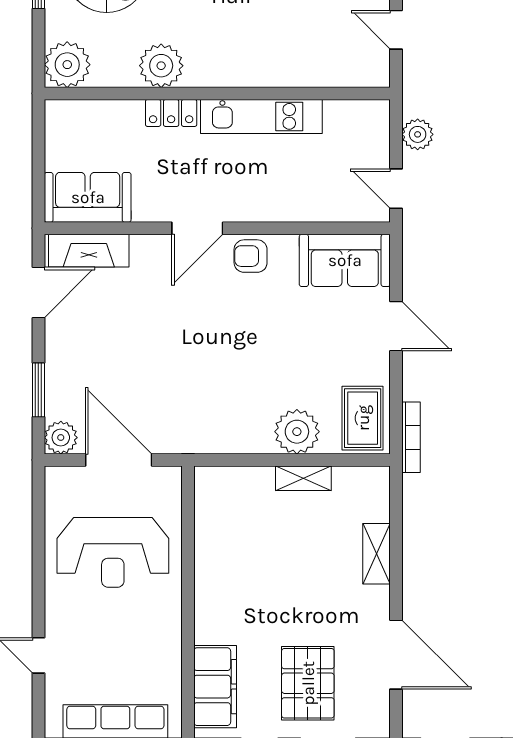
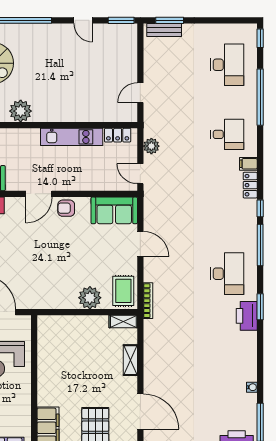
door: (396, 30) -> (140, 93), hinge flipped
locker: (171, 113) -> (118, 135), moved
shelving: (303, 478) -> (123, 322), moved

